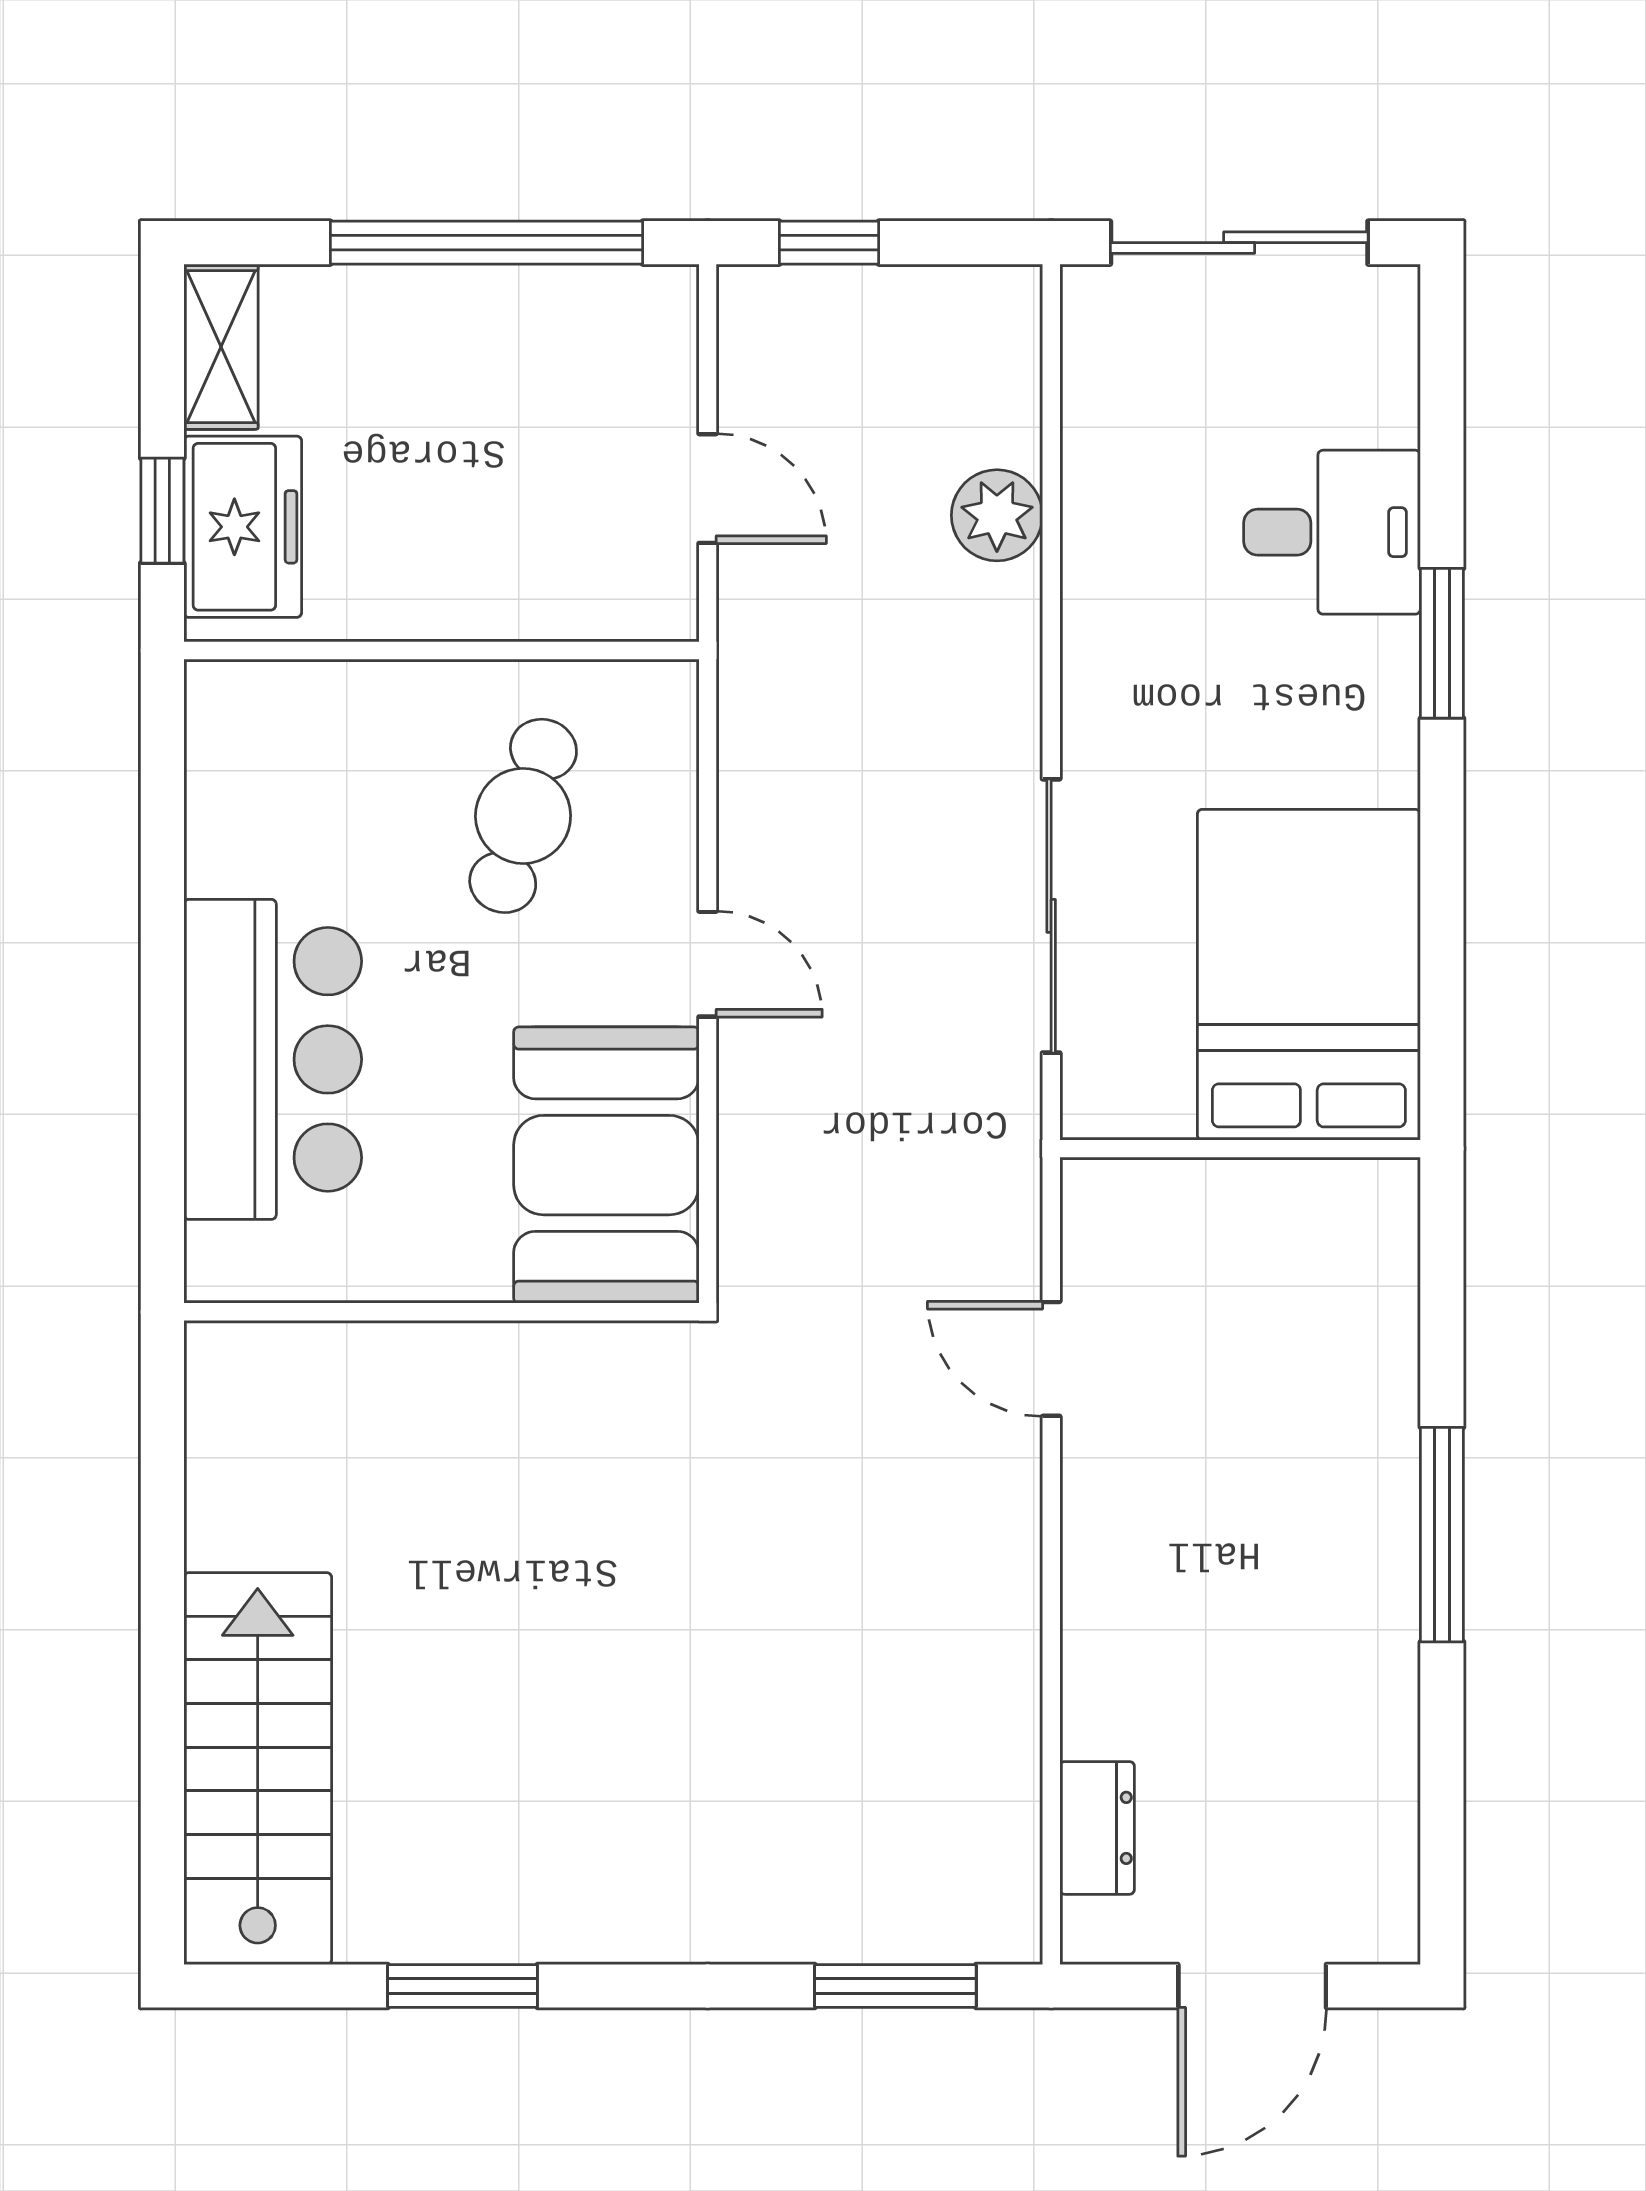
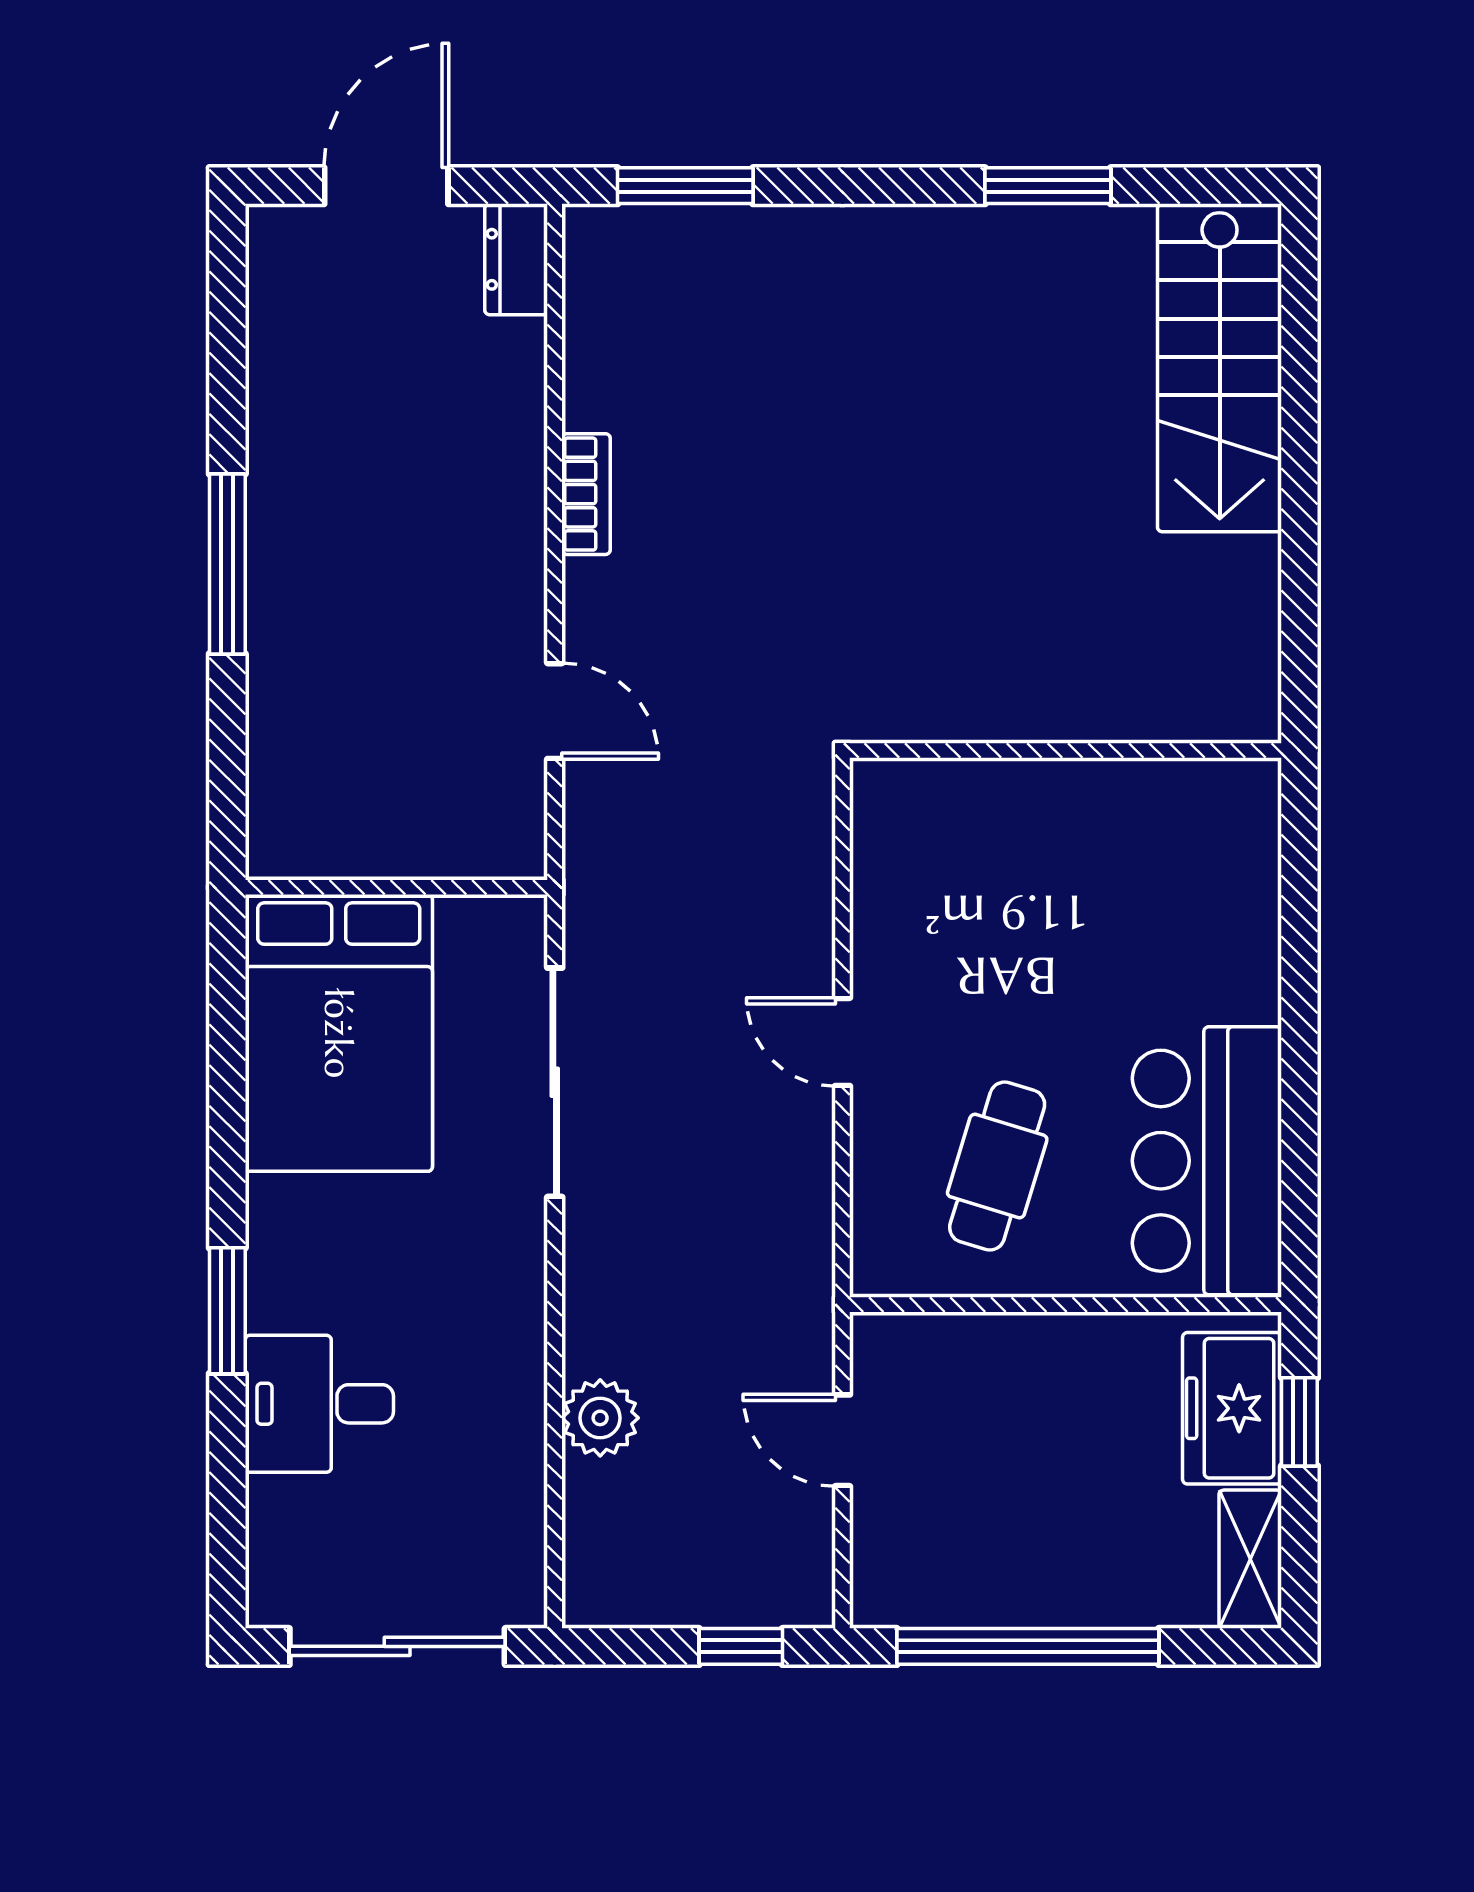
bar counter: (273, 1059) -> (1207, 1161), moved
booth: (606, 1165) -> (927, 873), removed
bookcase: (1014, 1618) -> (586, 494), added
dresser: (1097, 1828) -> (516, 259), moved

